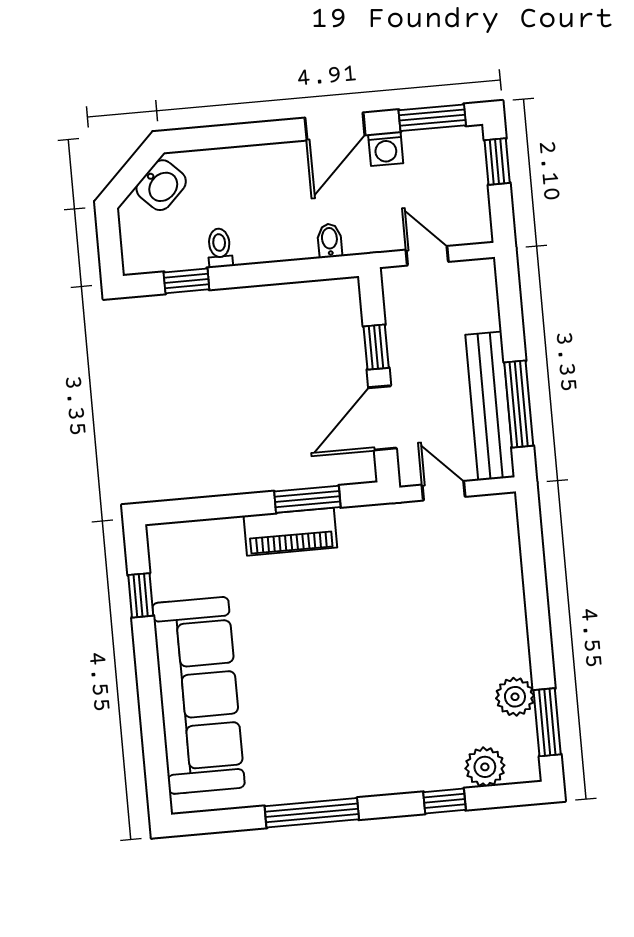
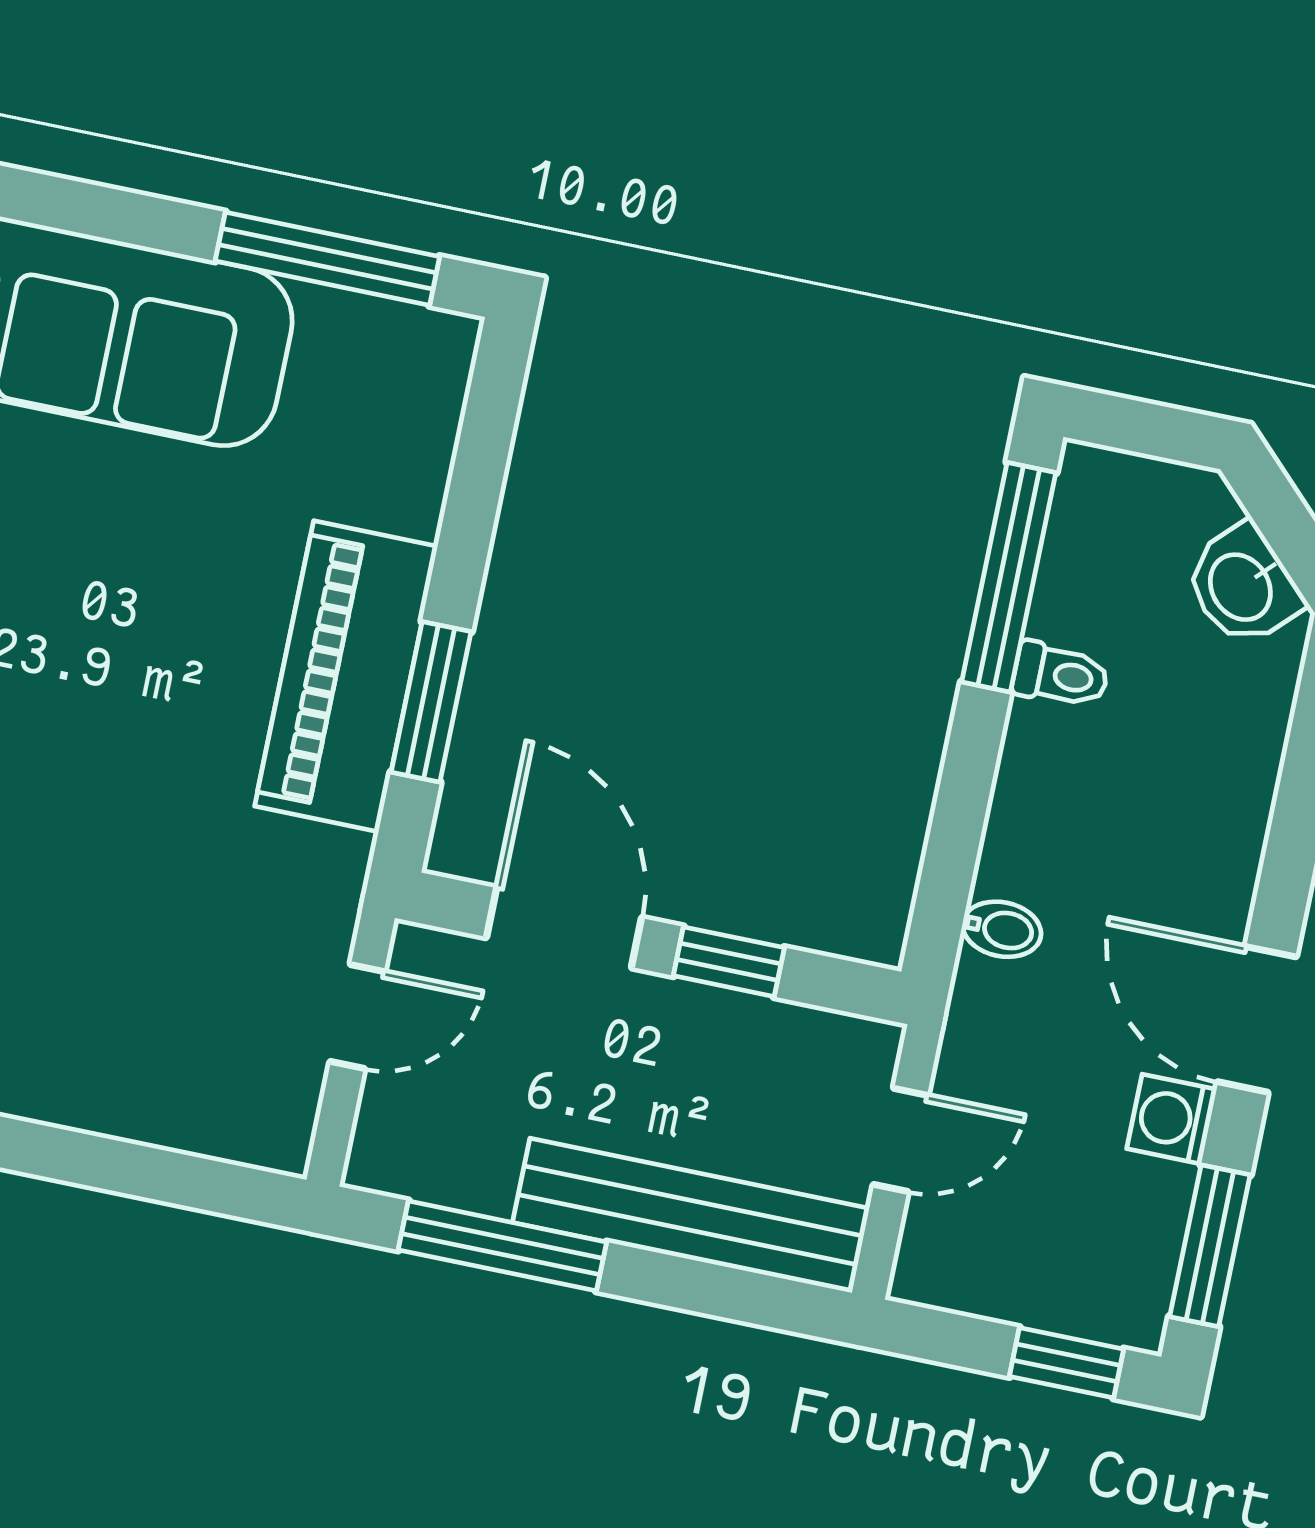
window: (186, 281) -> (1009, 577), width x2.17
bench: (490, 406) -> (691, 1215), moved
piano: (290, 532) -> (346, 676), width x1.37, depth x1.33
window: (141, 595) -> (327, 259), width x2.17

